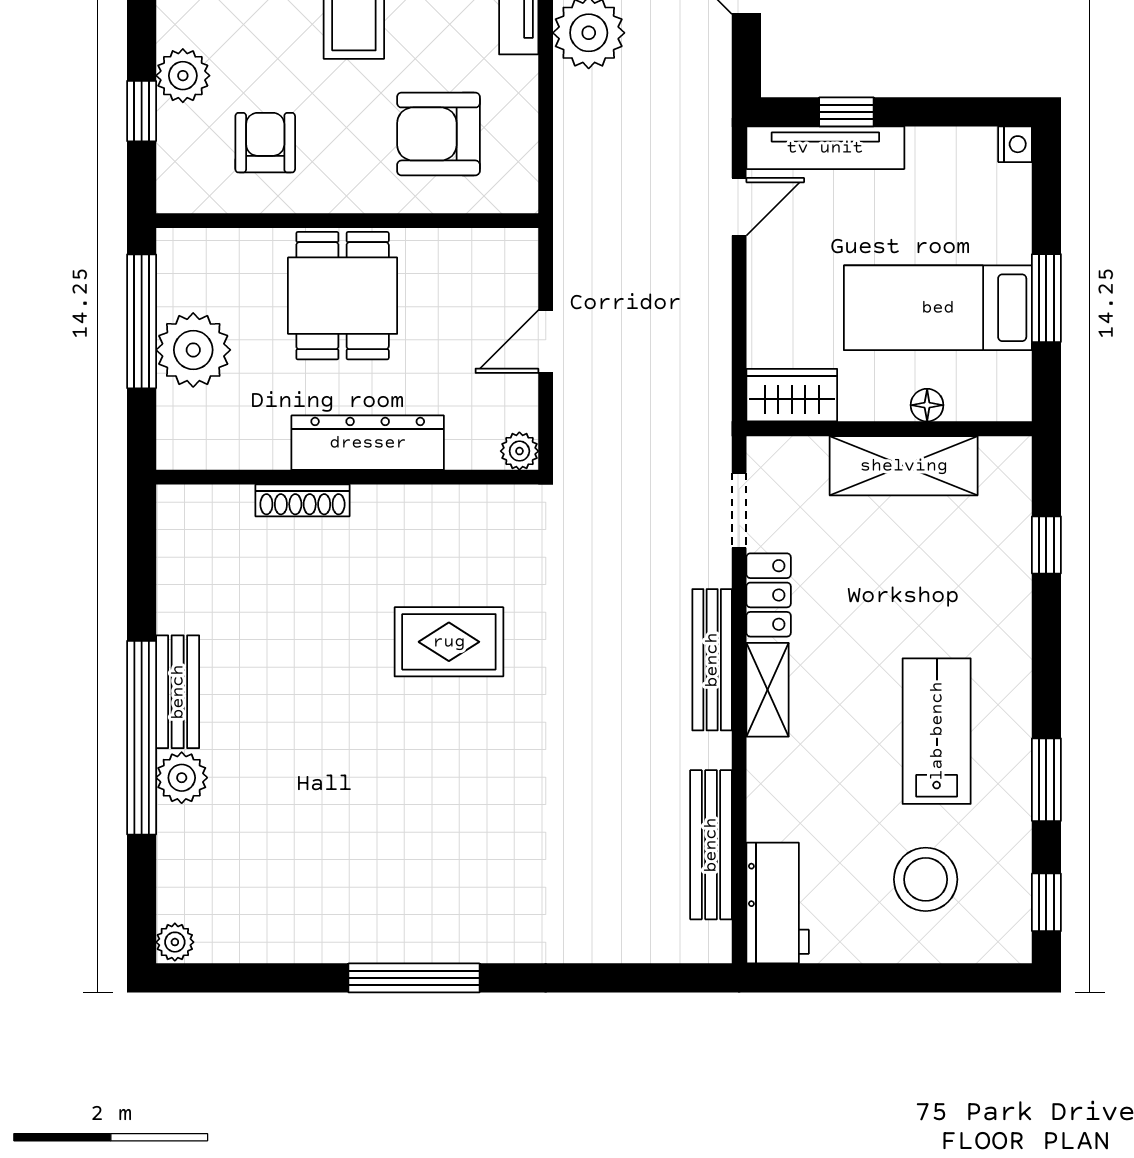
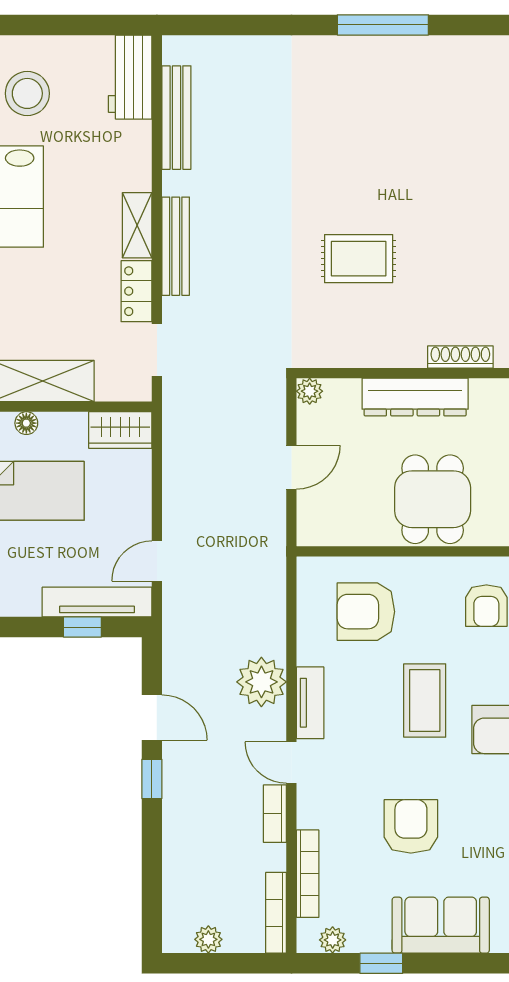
armchair: (438, 134) -> (366, 612), turned 180

